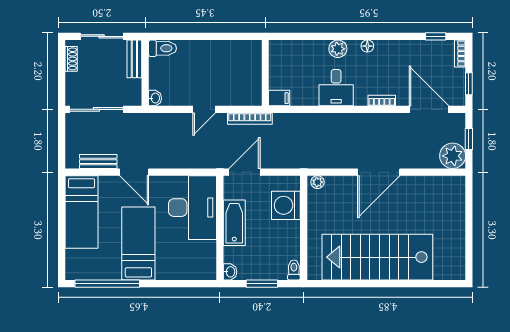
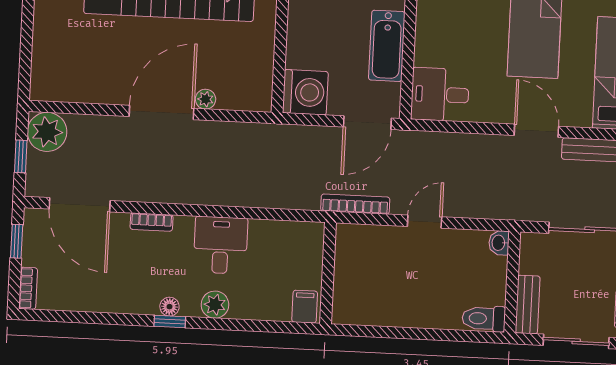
window: (436, 36) -> (170, 322), moved
filing cabinet: (279, 98) -> (305, 307), moved, turned 90
plant: (318, 182) -> (206, 99), moved
washing machine: (286, 205) -> (305, 92), moved
desk: (193, 208) -> (440, 94), width x0.53, depth x0.77

